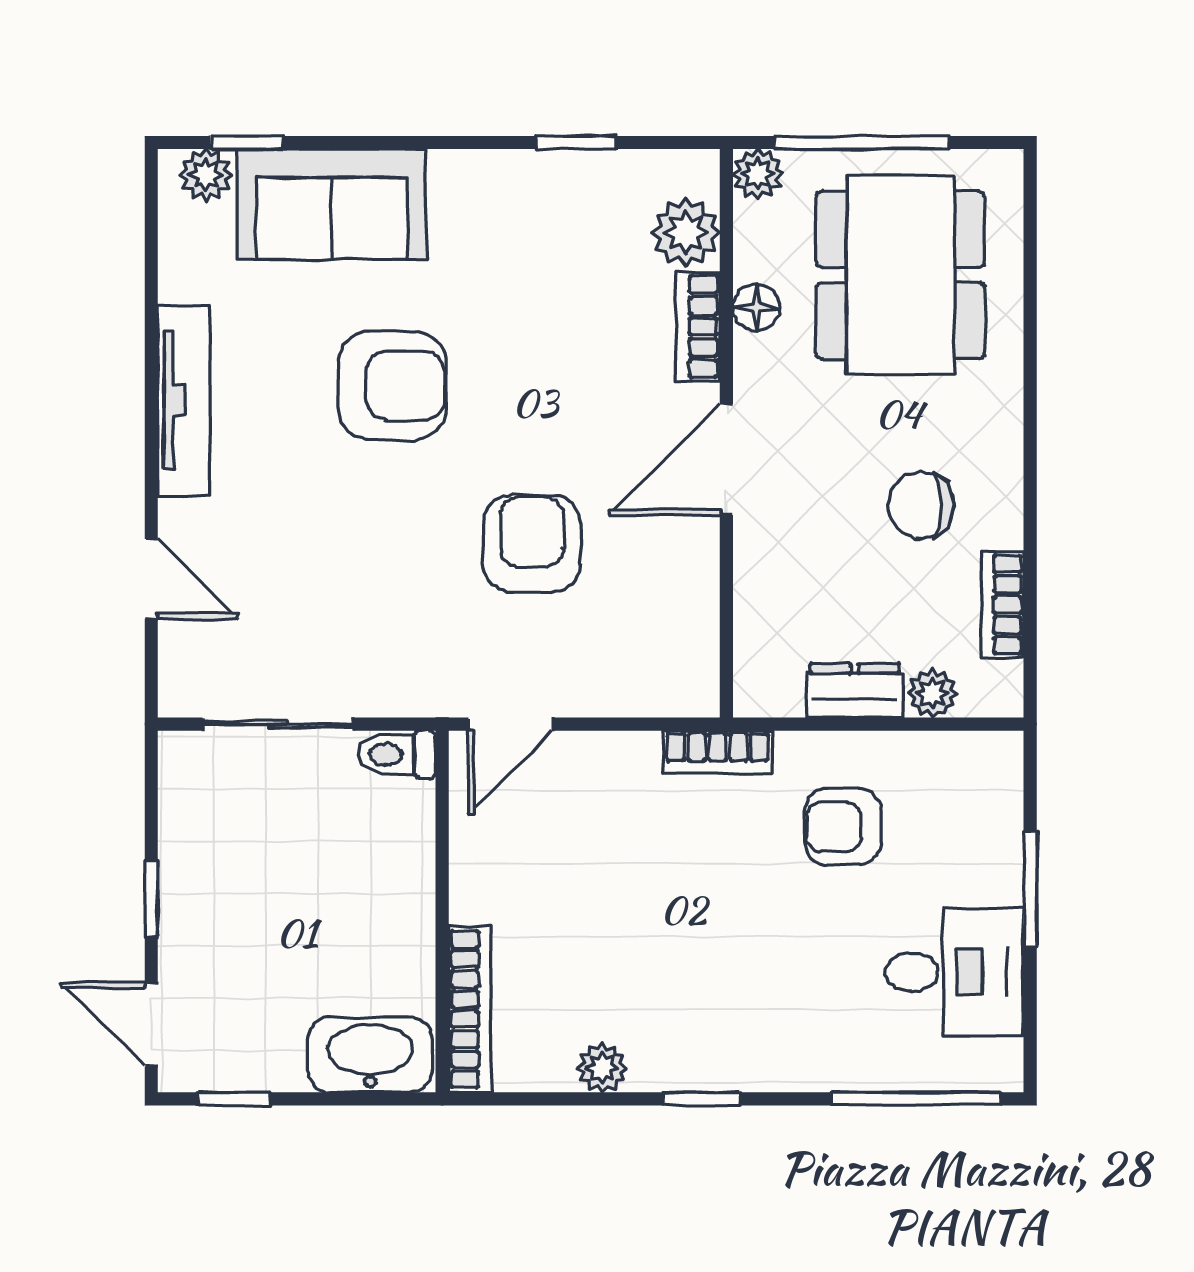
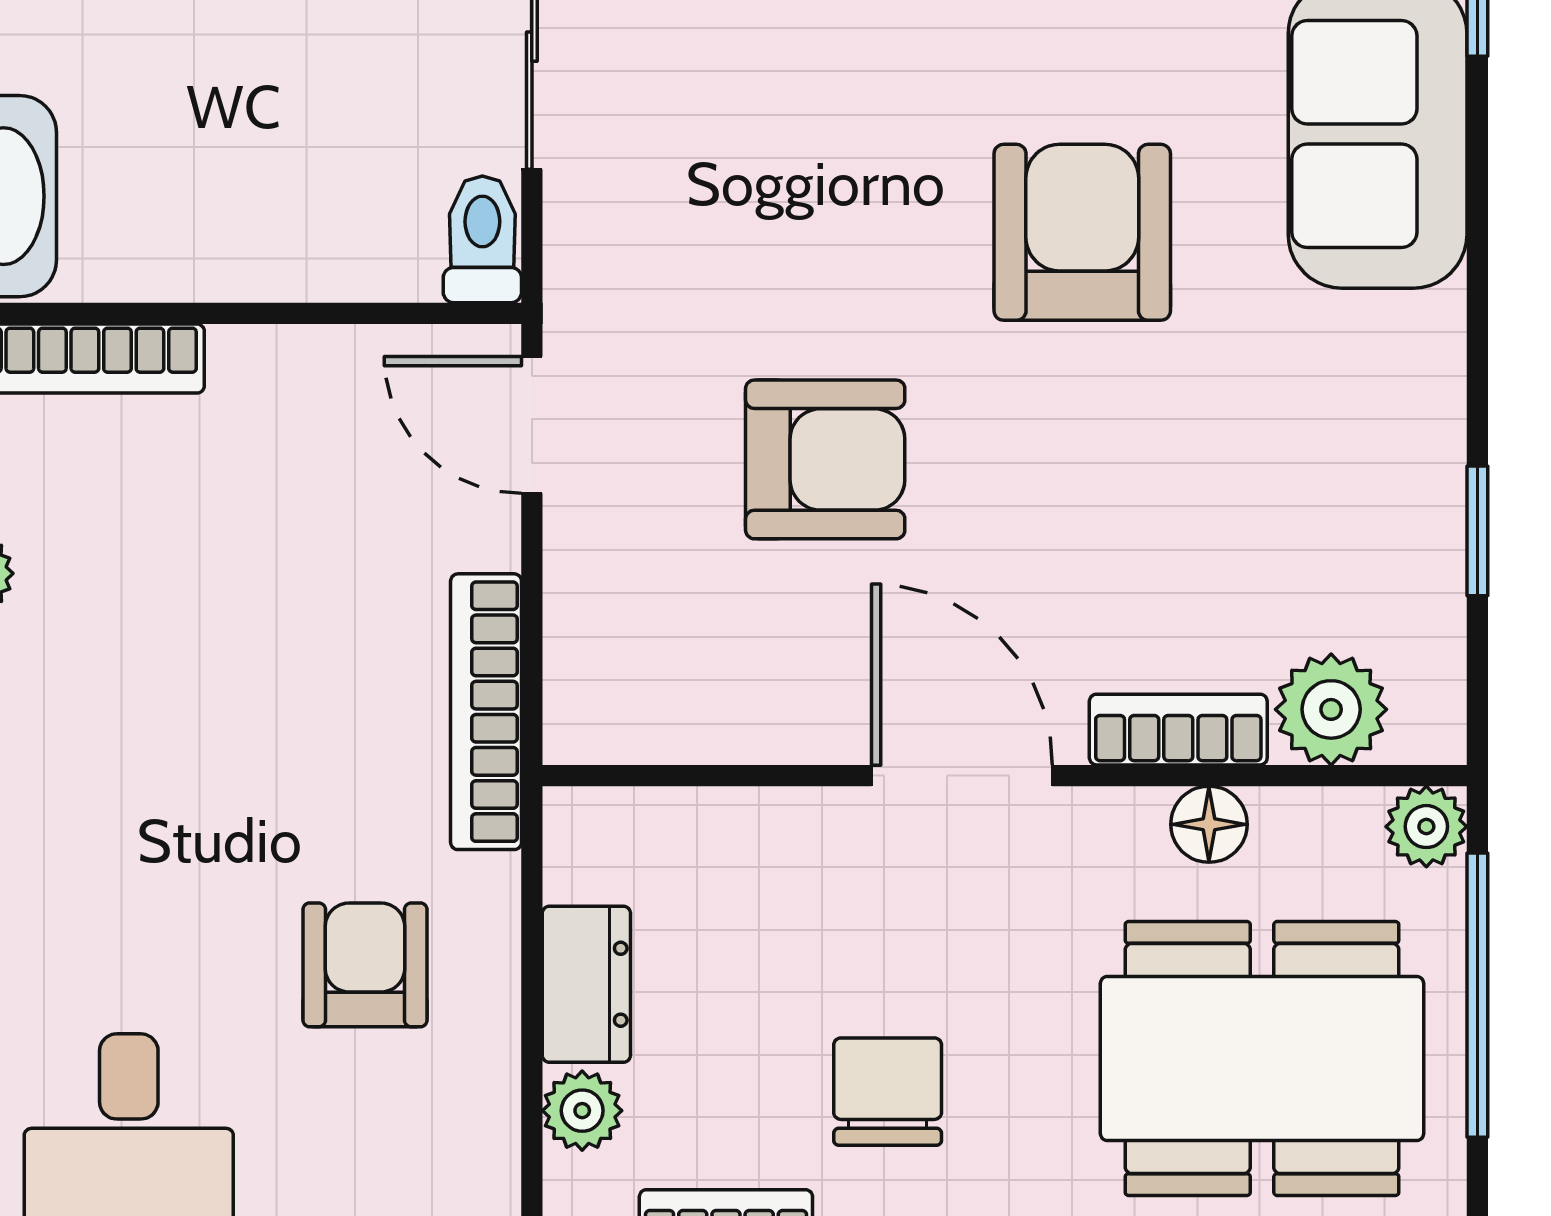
armchair: (392, 386) -> (1082, 232), turned 180
bookcase: (718, 752) -> (486, 712), width x1.56

